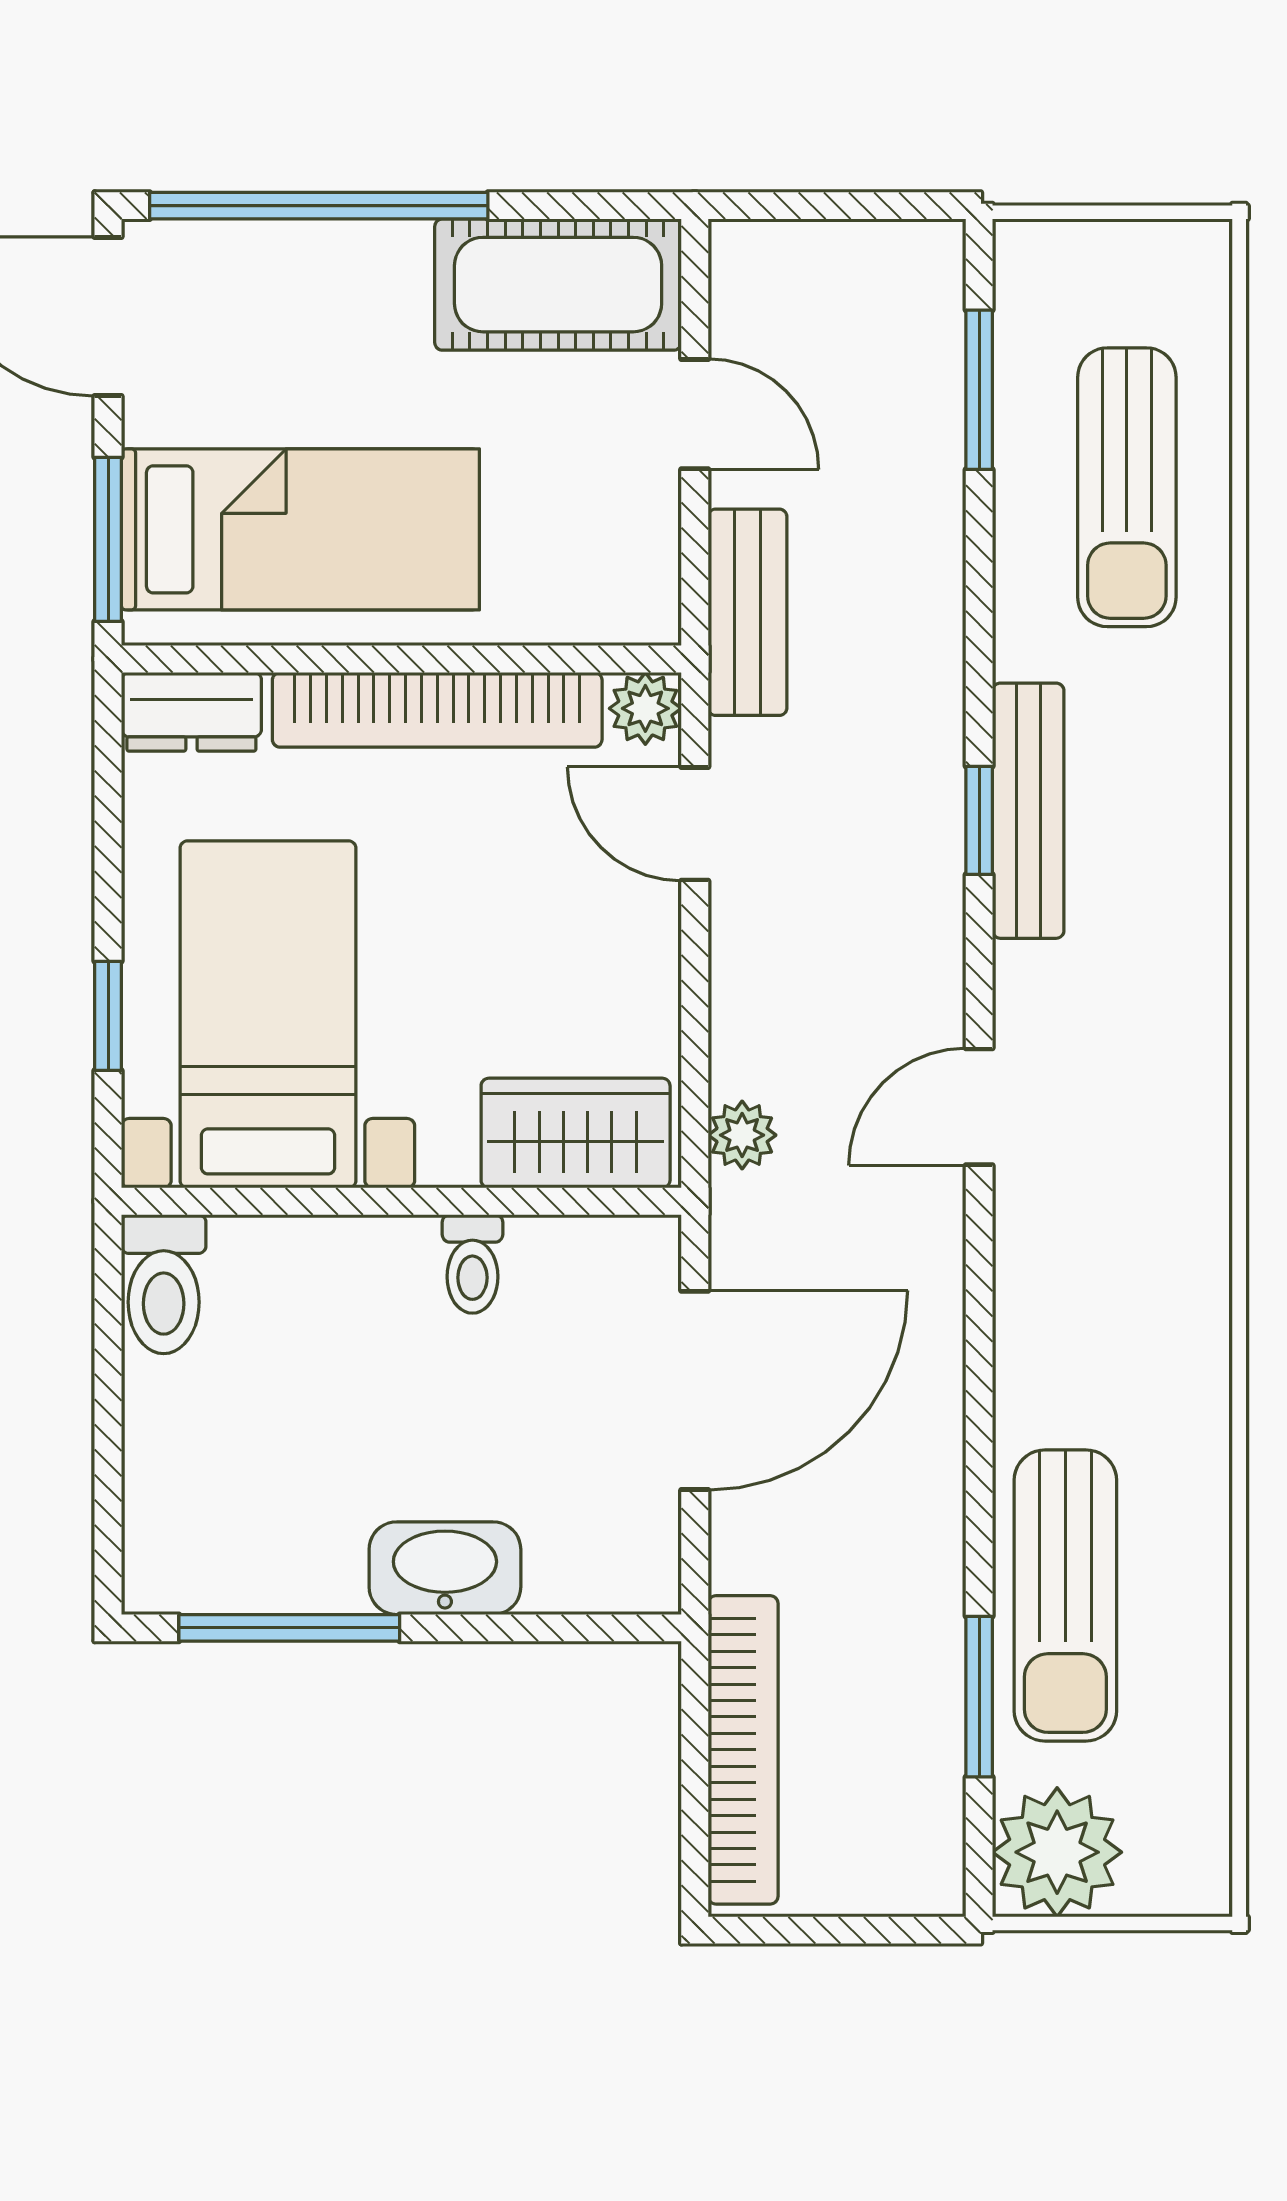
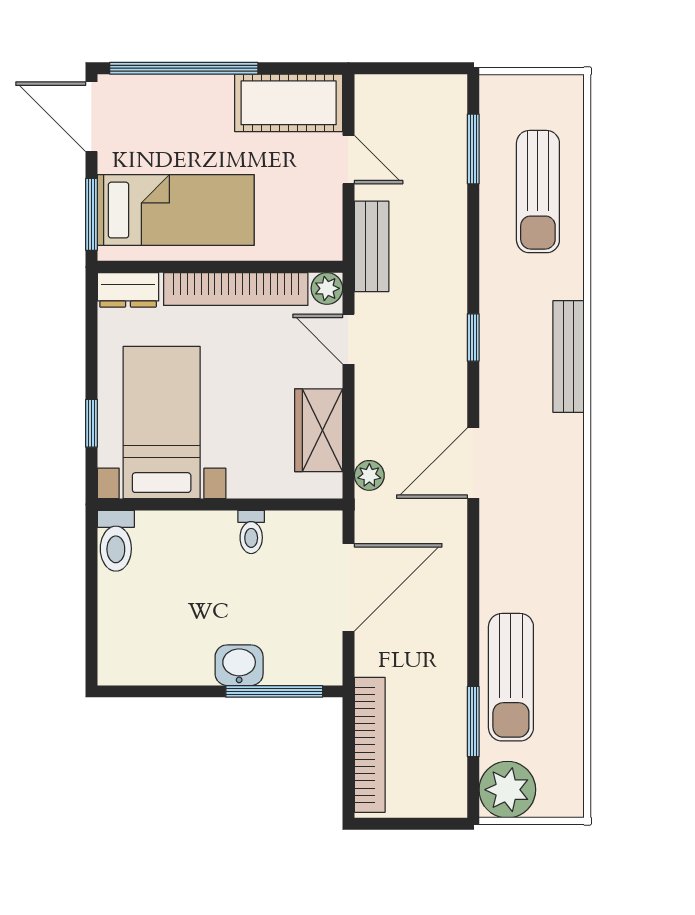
bench: (1028, 811) -> (569, 357), moved
door: (979, 1107) -> (473, 463), width x1.38
wardrobe: (576, 1133) -> (319, 430), moved, turned -90
washbasin: (445, 1568) -> (239, 665), width x0.72
window: (289, 1628) -> (274, 691), moved

